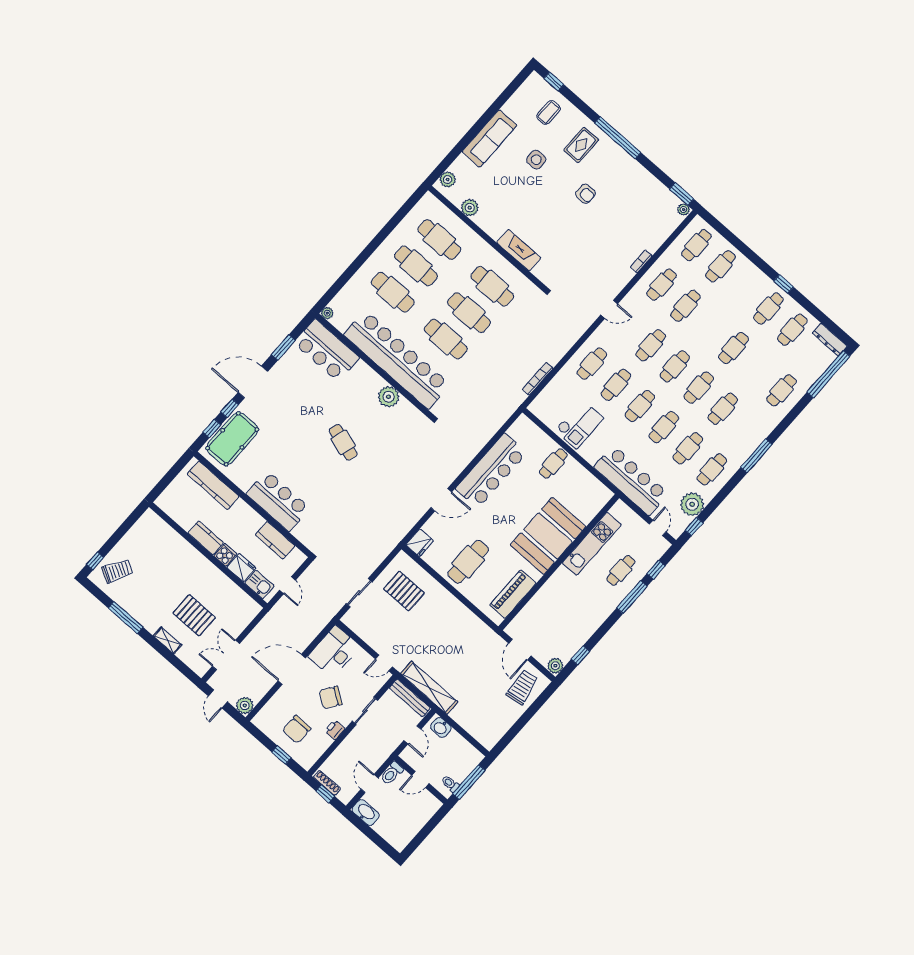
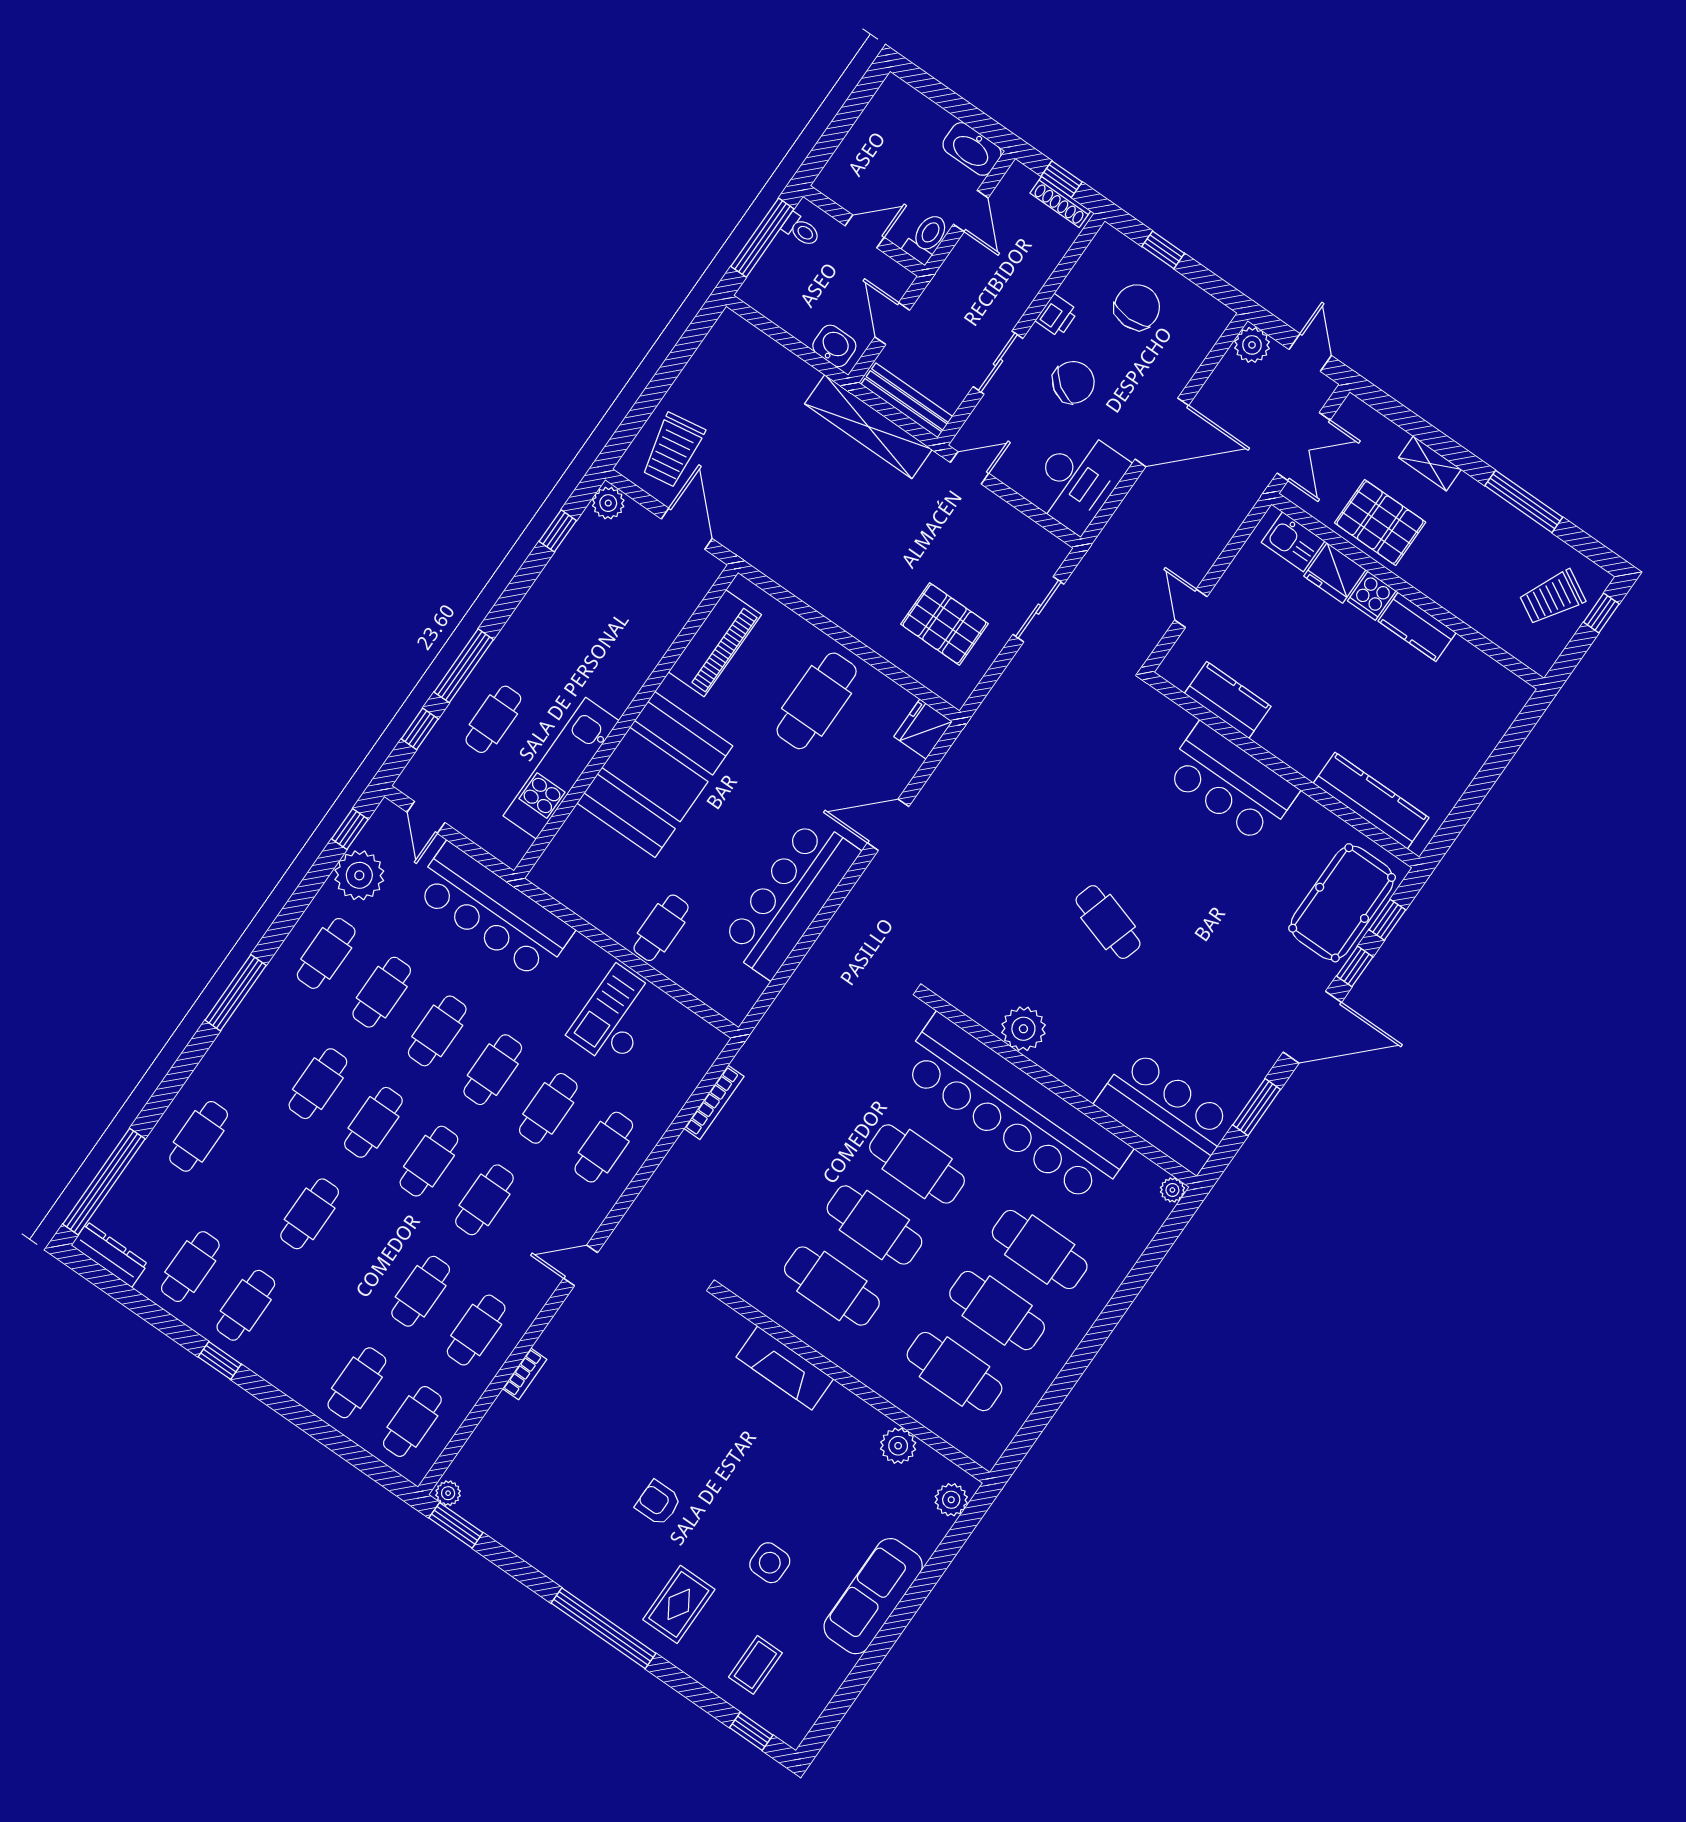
kitchen counter: (206, 538) -> (1417, 627), moved
wall: (208, 555) -> (1408, 591), moved
cooker: (225, 555) -> (1372, 596), moved
fridge: (241, 568) -> (1335, 573), moved
kitchen sink: (259, 584) -> (1293, 542), moved

